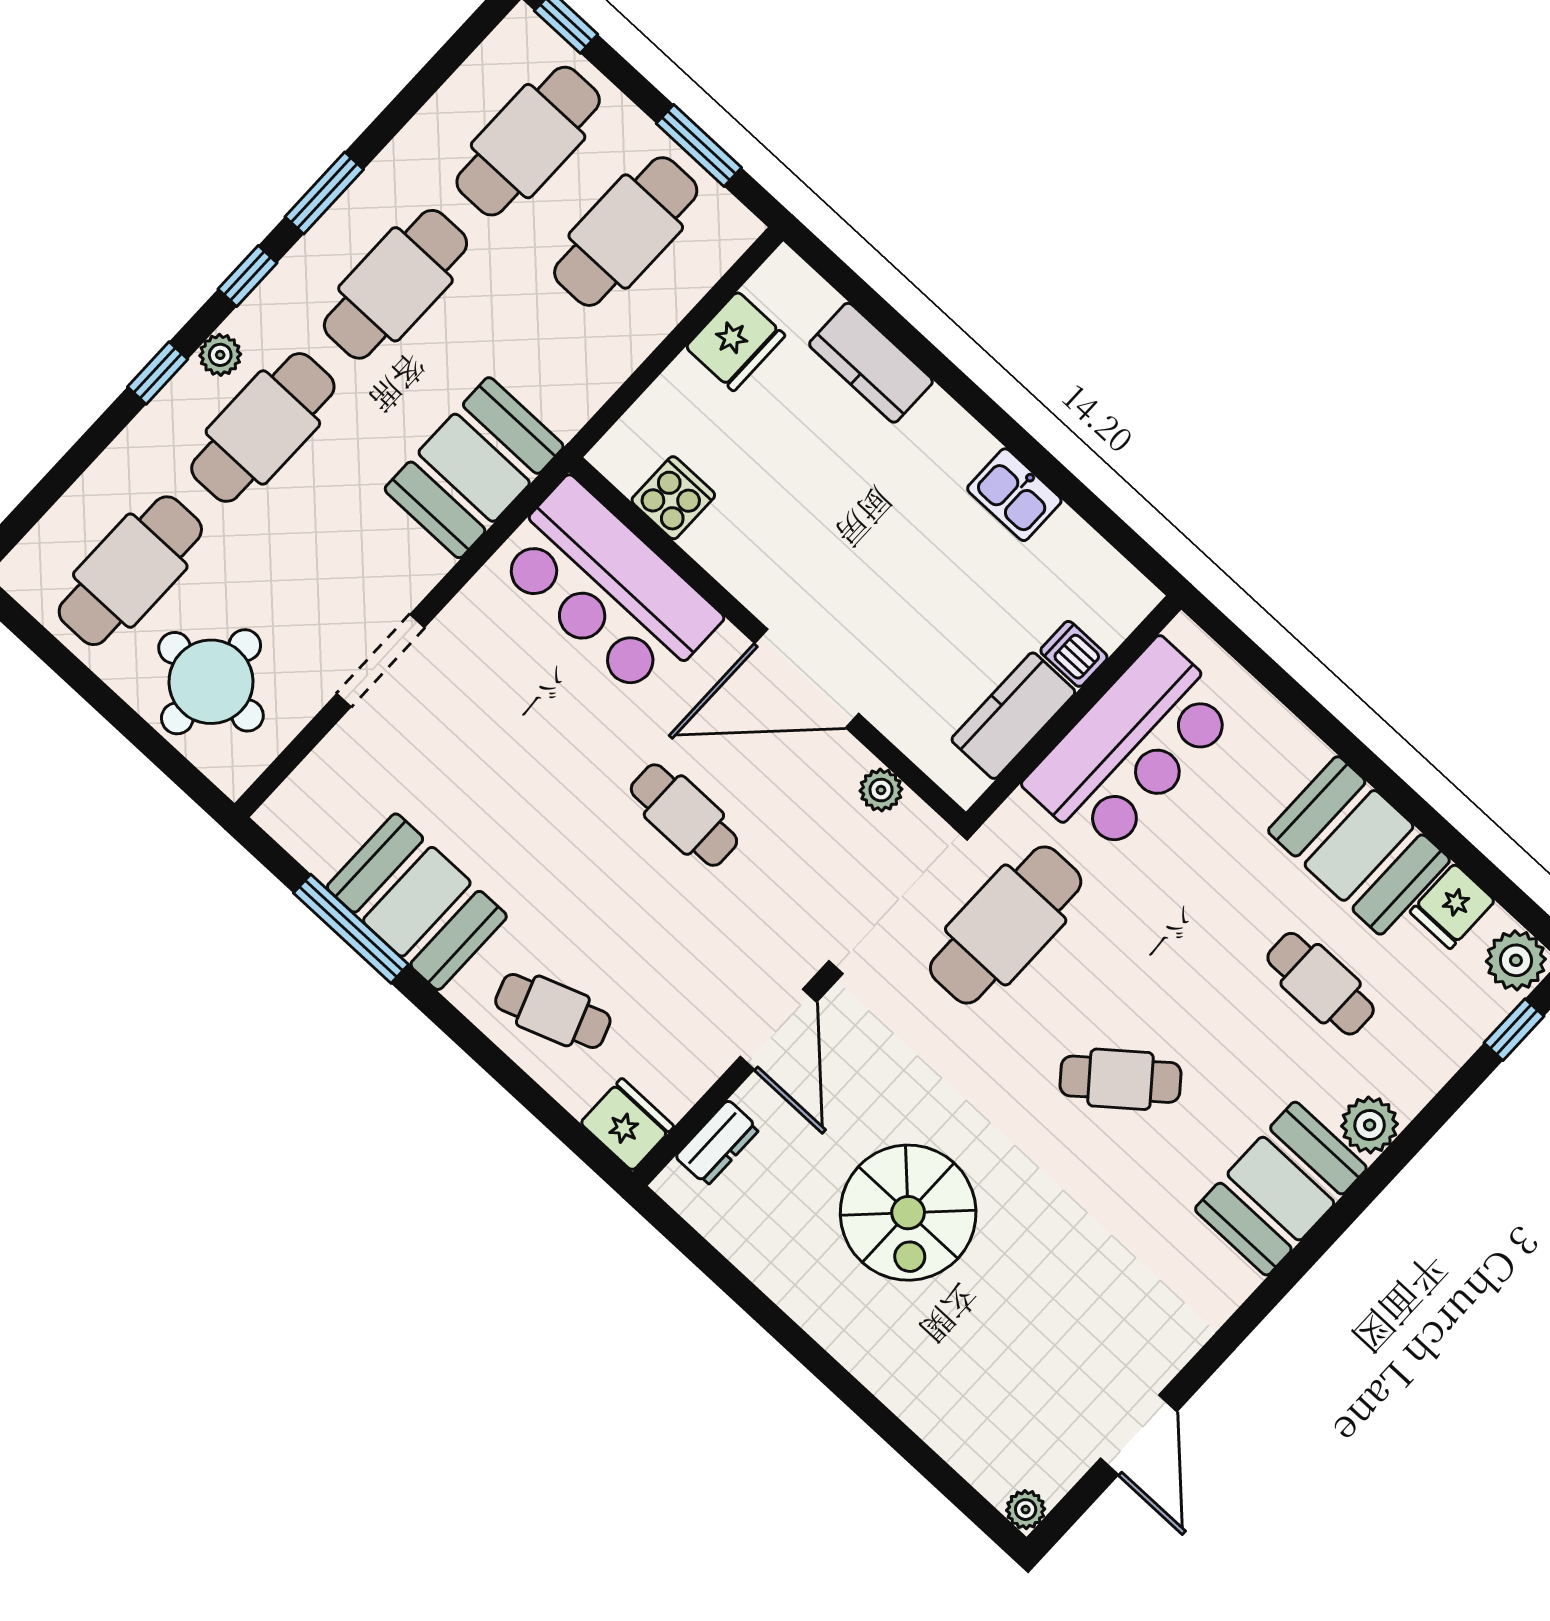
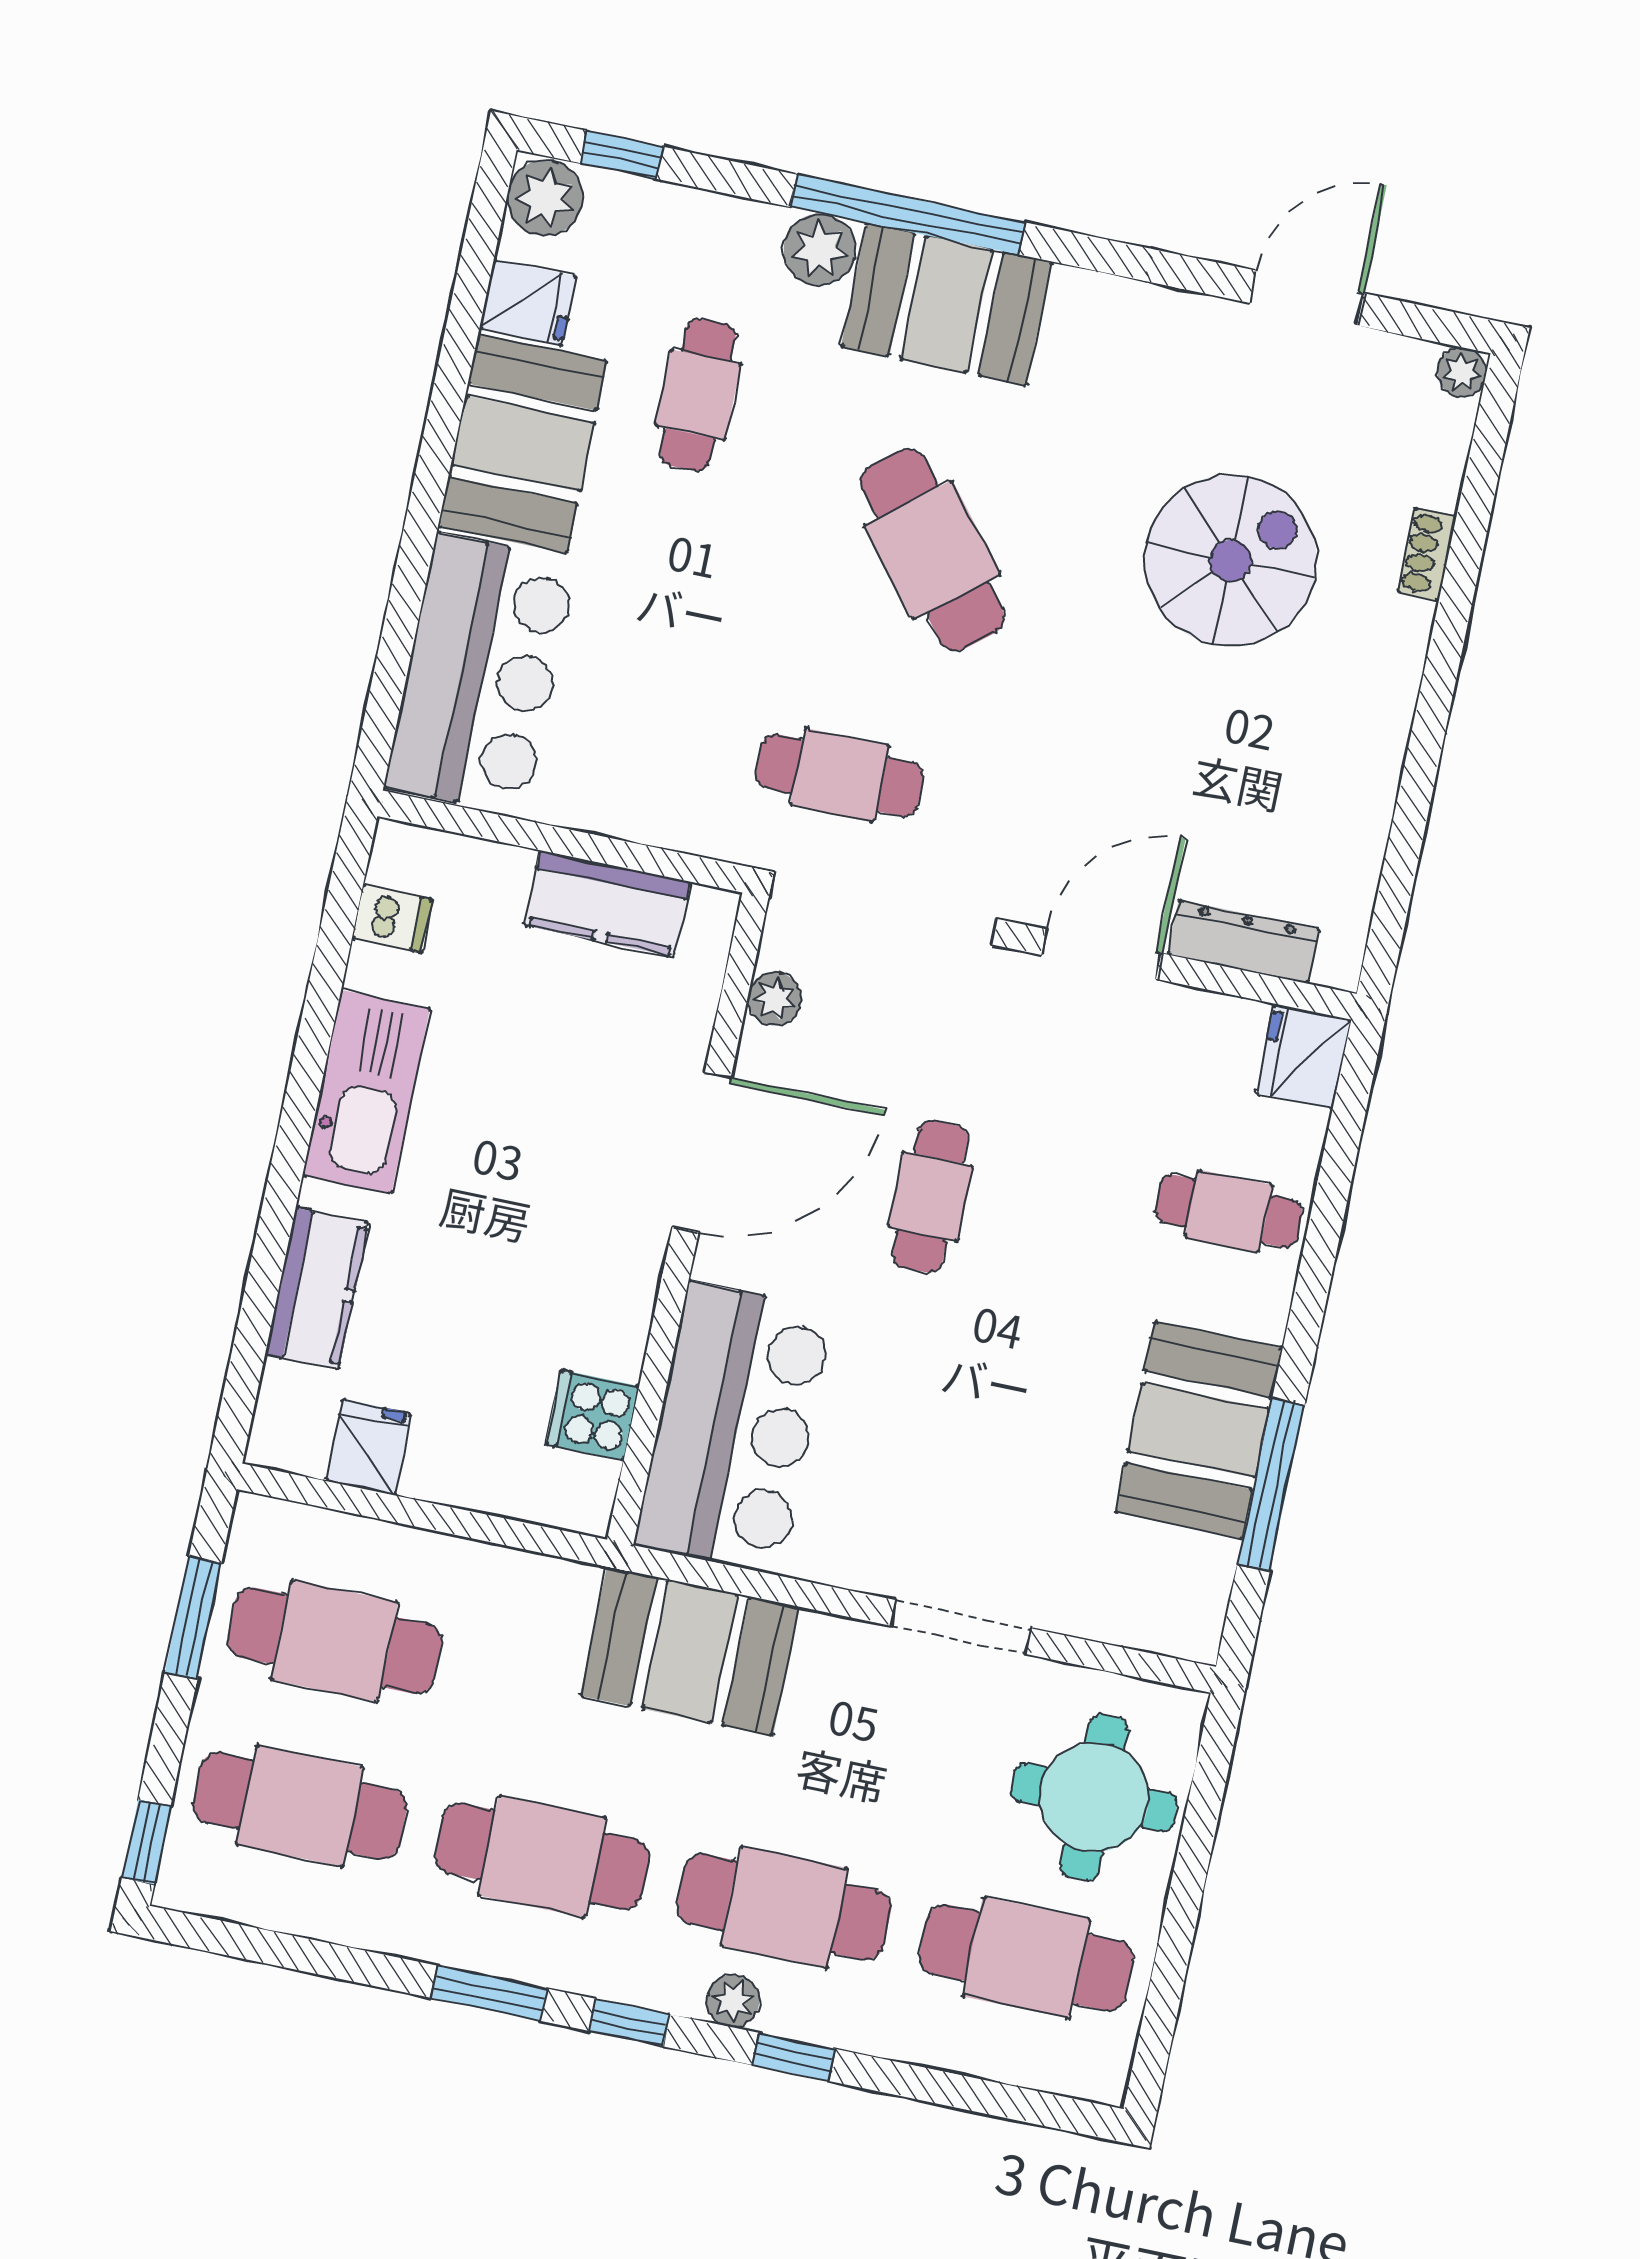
fridge: (735, 341) -> (369, 1447), width x0.72
kitchen sink: (1014, 495) -> (366, 1092), width x1.88, depth x1.24
dishwasher: (1074, 654) -> (392, 919), moved, turned -90
door: (807, 678) -> (702, 1152), hinge flipped
bar counter: (1131, 748) -> (481, 674), moved, turned 90
cafe table: (1006, 925) -> (840, 775), width x0.73, depth x0.74
cafe table: (553, 1011) -> (1229, 1211), turned -70
cafe table: (1120, 1079) -> (932, 550), width x1.37, depth x1.35
dresser: (718, 1143) -> (1243, 942), width x1.44
window: (1357, 1199) -> (907, 215), added
spiral stairs: (908, 1213) -> (1231, 560), moved
shoe rack: (917, 1412) -> (1427, 554), added

